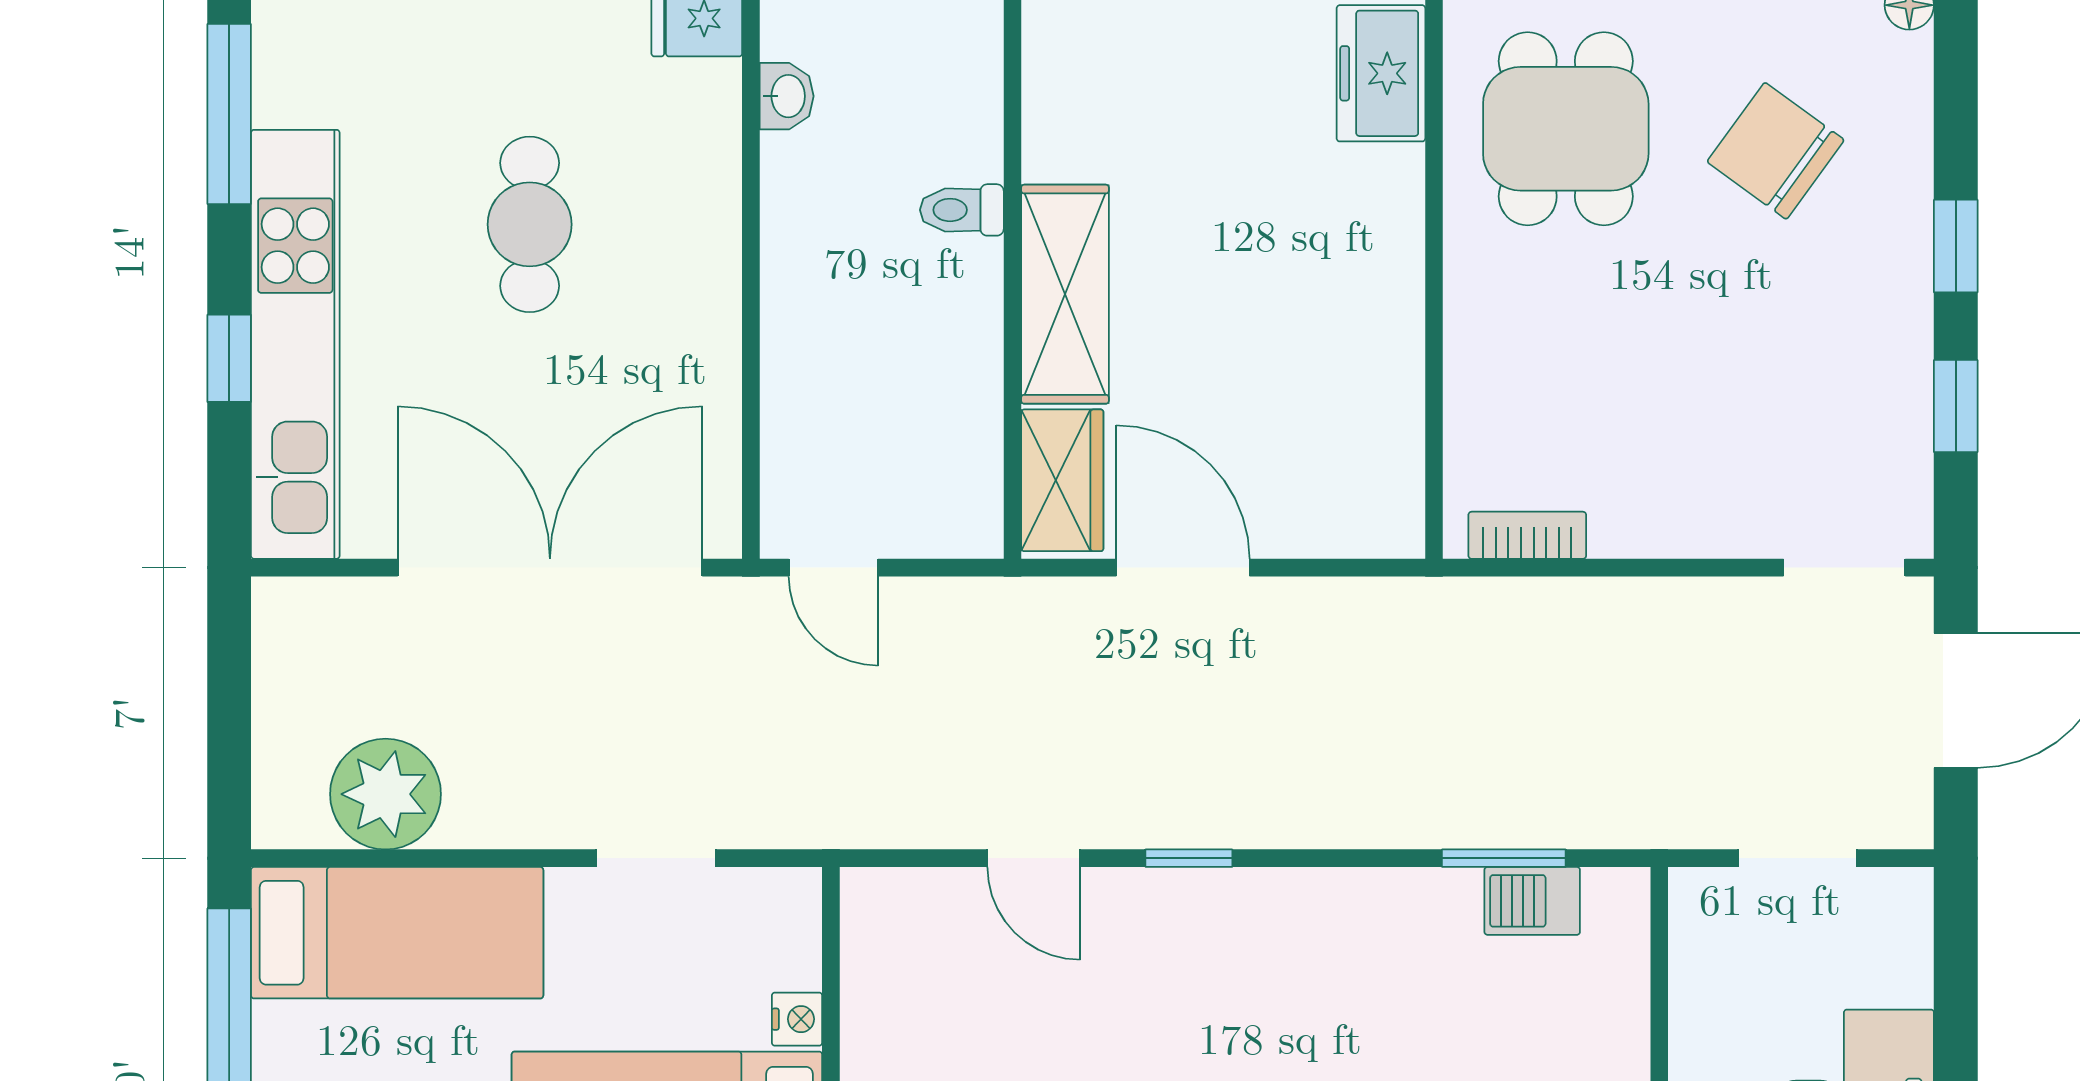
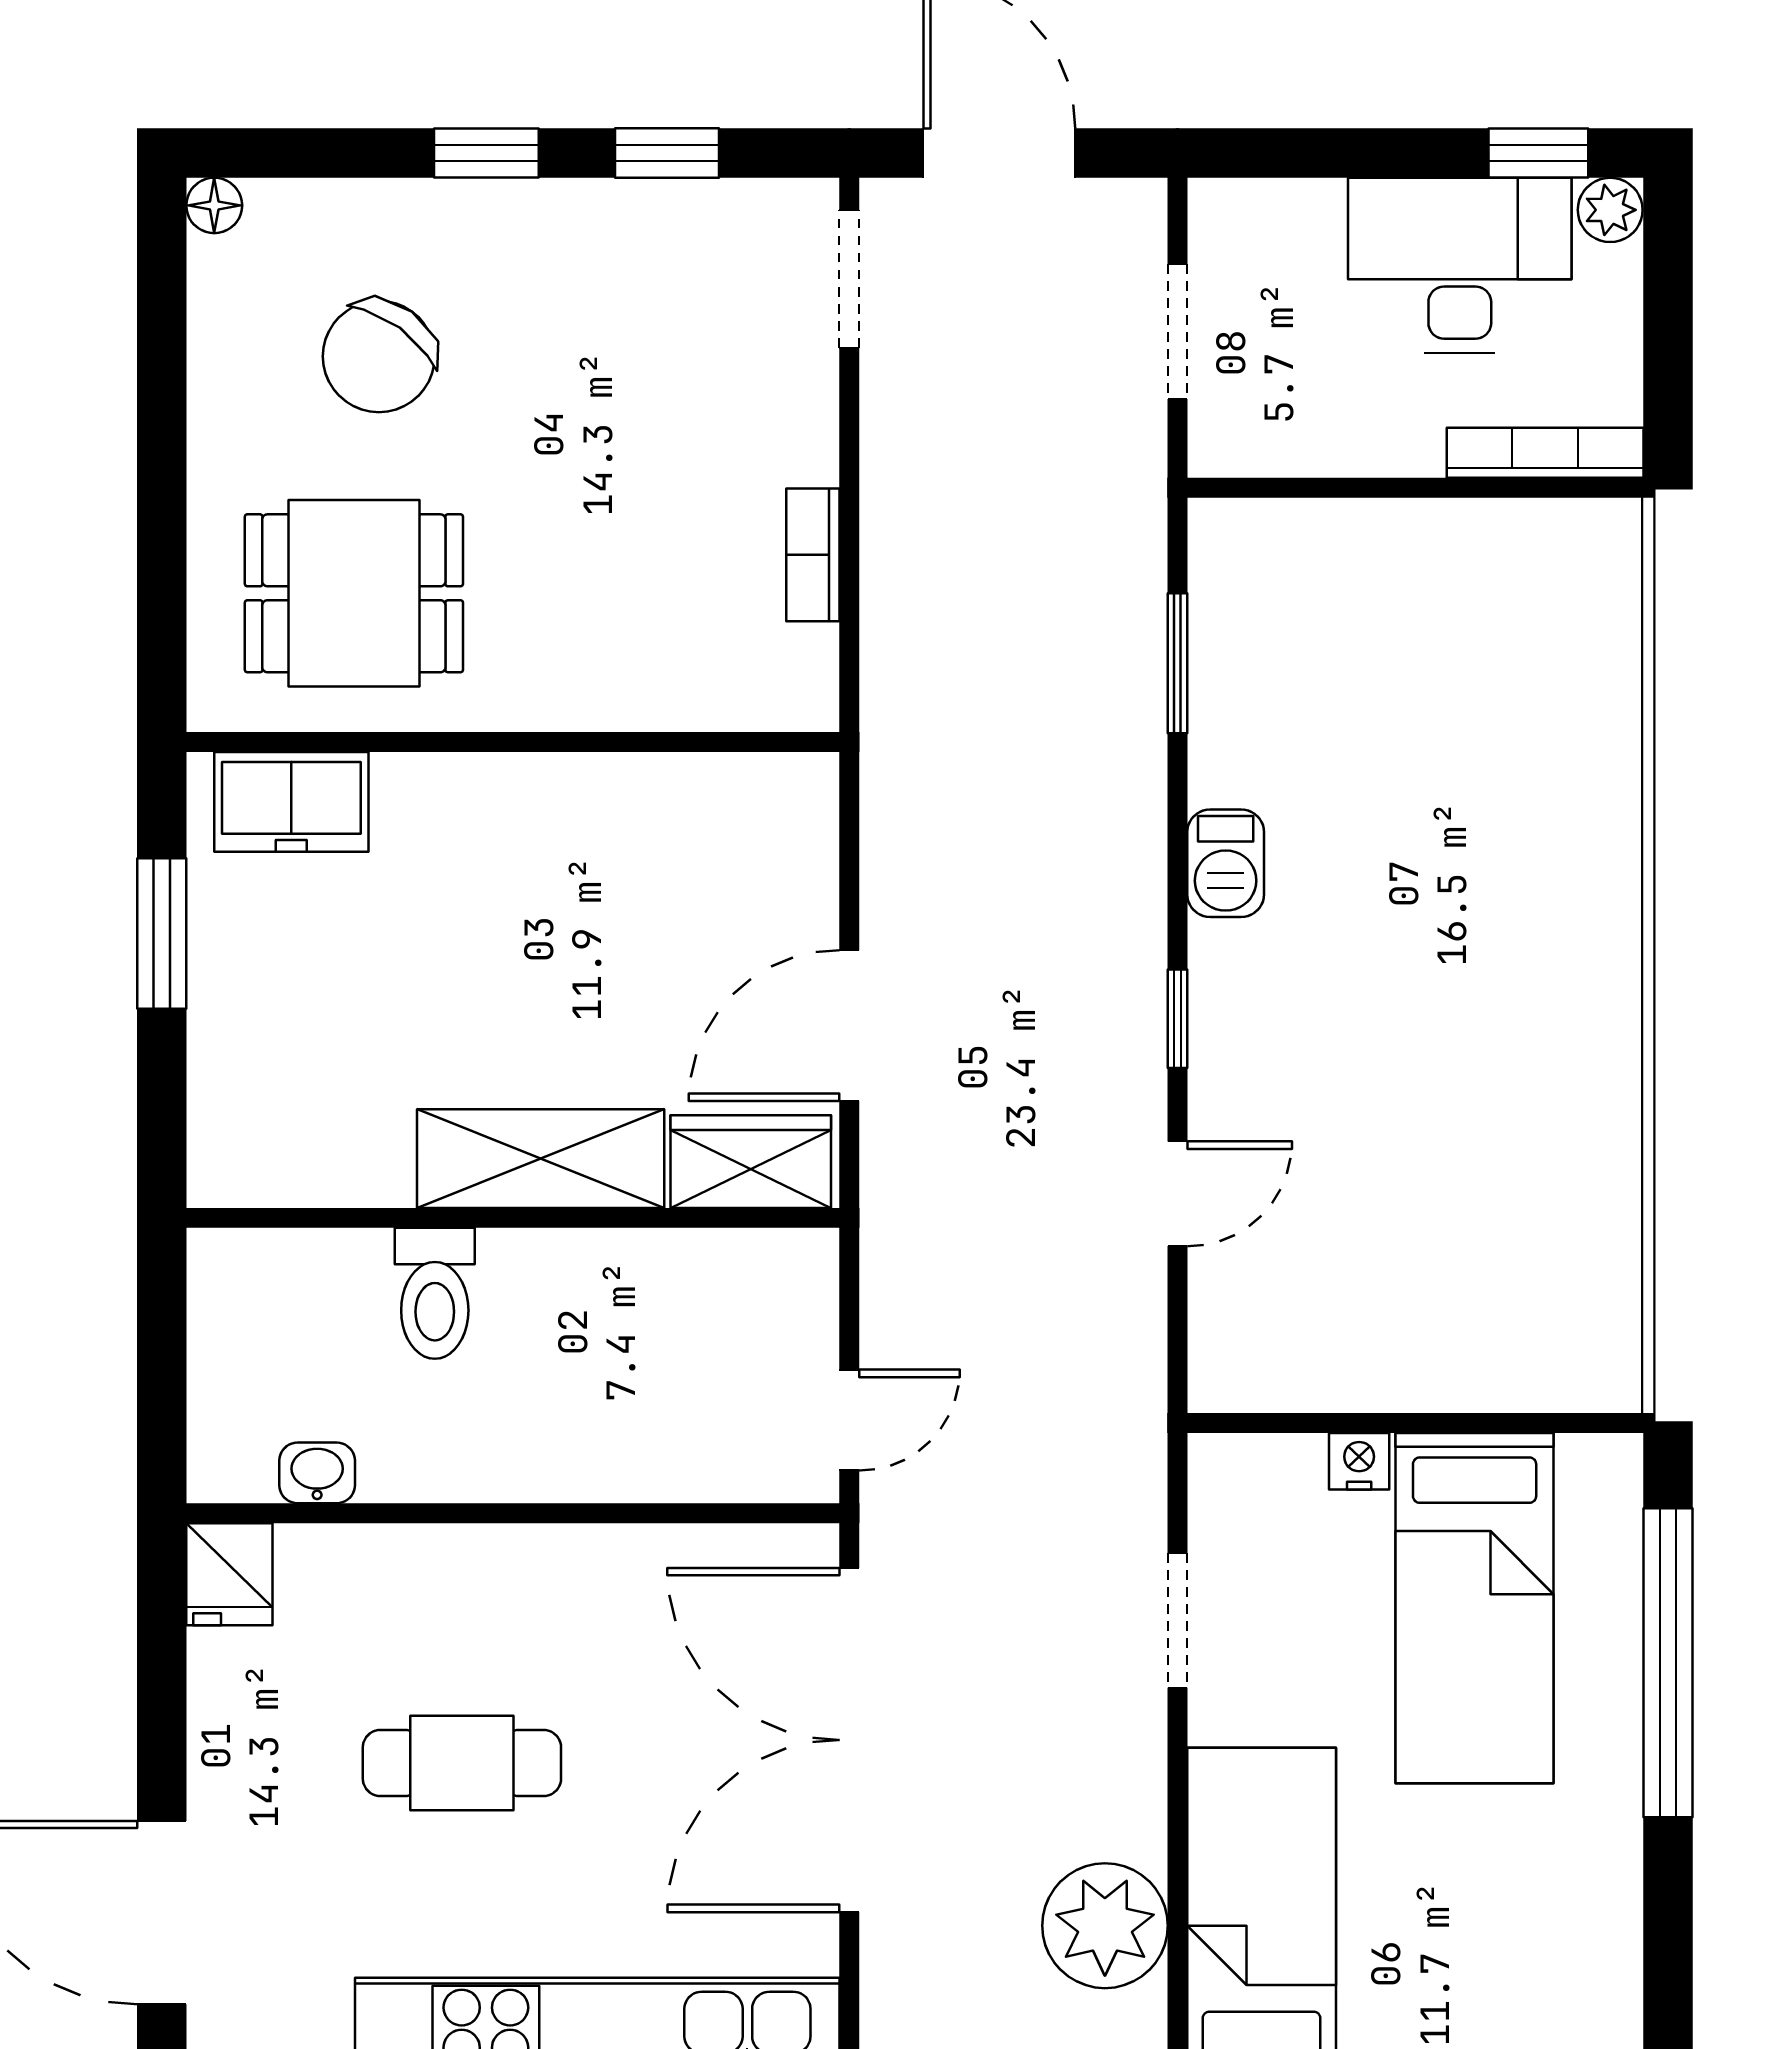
toilet: (962, 210) -> (435, 1293), width x1.37, depth x1.39
bookcase: (1527, 535) -> (813, 555), moved
barbecue: (1532, 901) -> (1226, 863), moved

